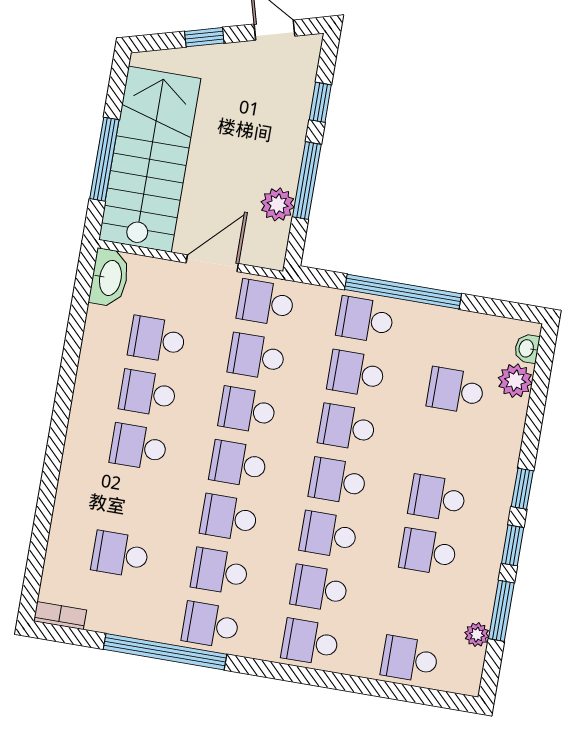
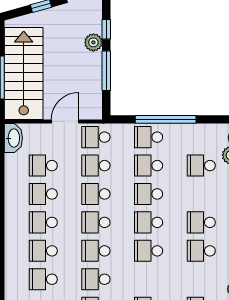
plant: (278, 204) -> (93, 42), moved
school desk: (319, 588) -> (43, 251), moved

